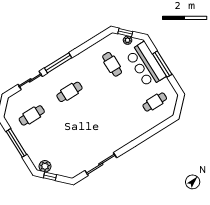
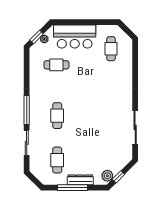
window: (162, 64) -> (83, 22), removed
dresser: (27, 146) -> (80, 180), added

